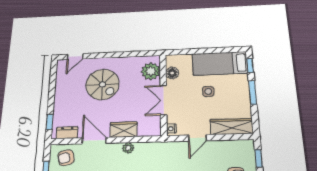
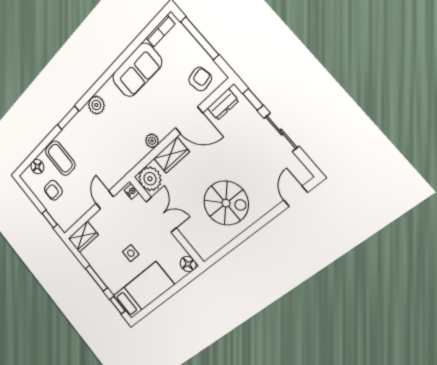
plant: (151, 71) -> (150, 179), moved
floor lamp: (172, 73) -> (188, 264), moved
spiral stairs: (102, 84) -> (226, 203), moved, turned 180
sliding door: (52, 94) -> (281, 132), added
wardrobe: (232, 127) -> (83, 237), width x0.67

